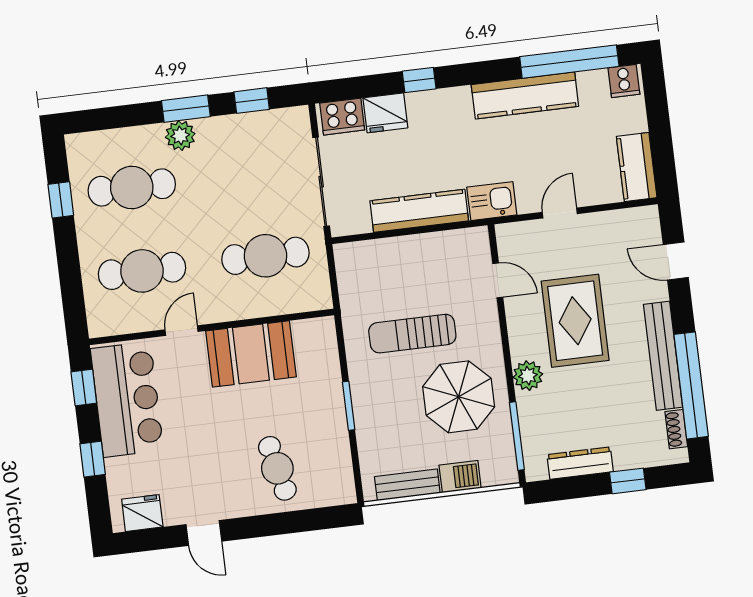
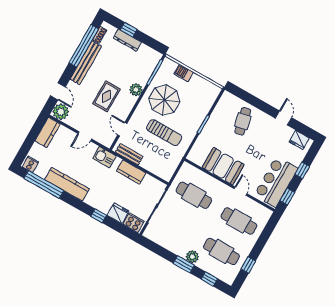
window: (252, 101) -> (209, 279), moved
kitchen counter: (419, 211) -> (131, 172), width x0.67
plant: (641, 226) -> (61, 112), added
rug: (575, 321) -> (106, 96), width x0.73, depth x0.70
door: (181, 331) -> (241, 191), swing flipped
dresser: (580, 463) -> (127, 40), moved
bench: (407, 485) -> (129, 154), moved

